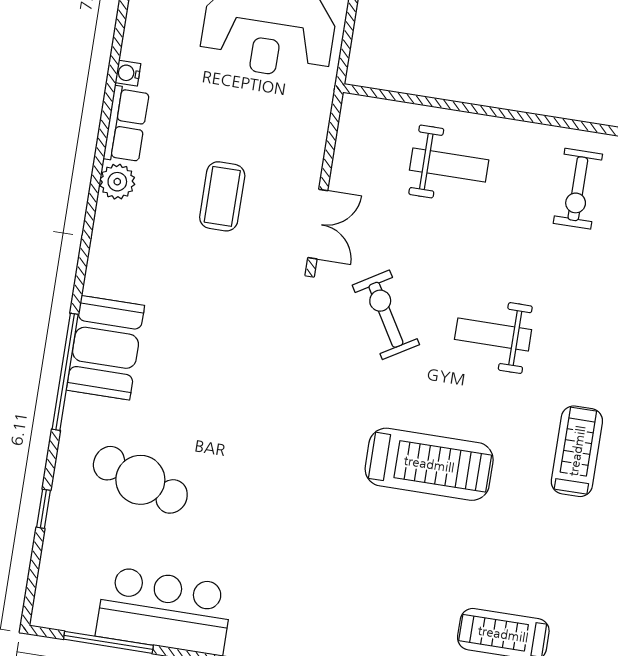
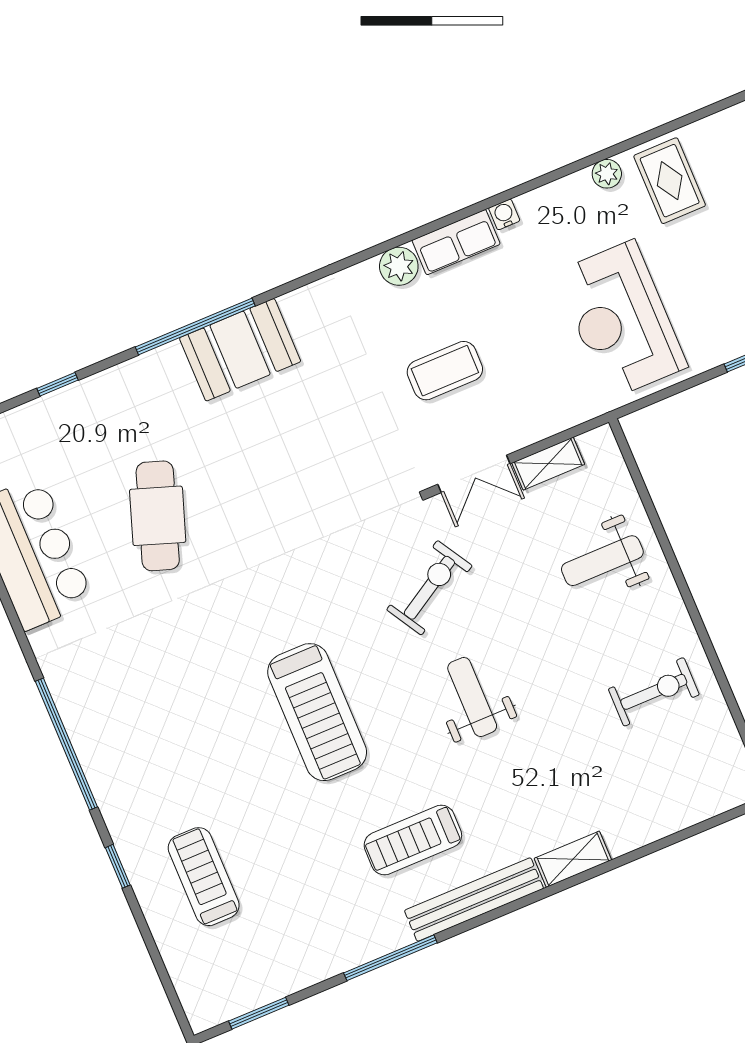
shelving: (346, 160) -> (548, 464), added
weight bench: (449, 165) -> (602, 561), turned 90
exercise bike: (578, 189) -> (654, 692), turned 180
treadmill: (577, 451) -> (413, 840), turned 180
cafe table: (140, 480) -> (158, 516), moved

